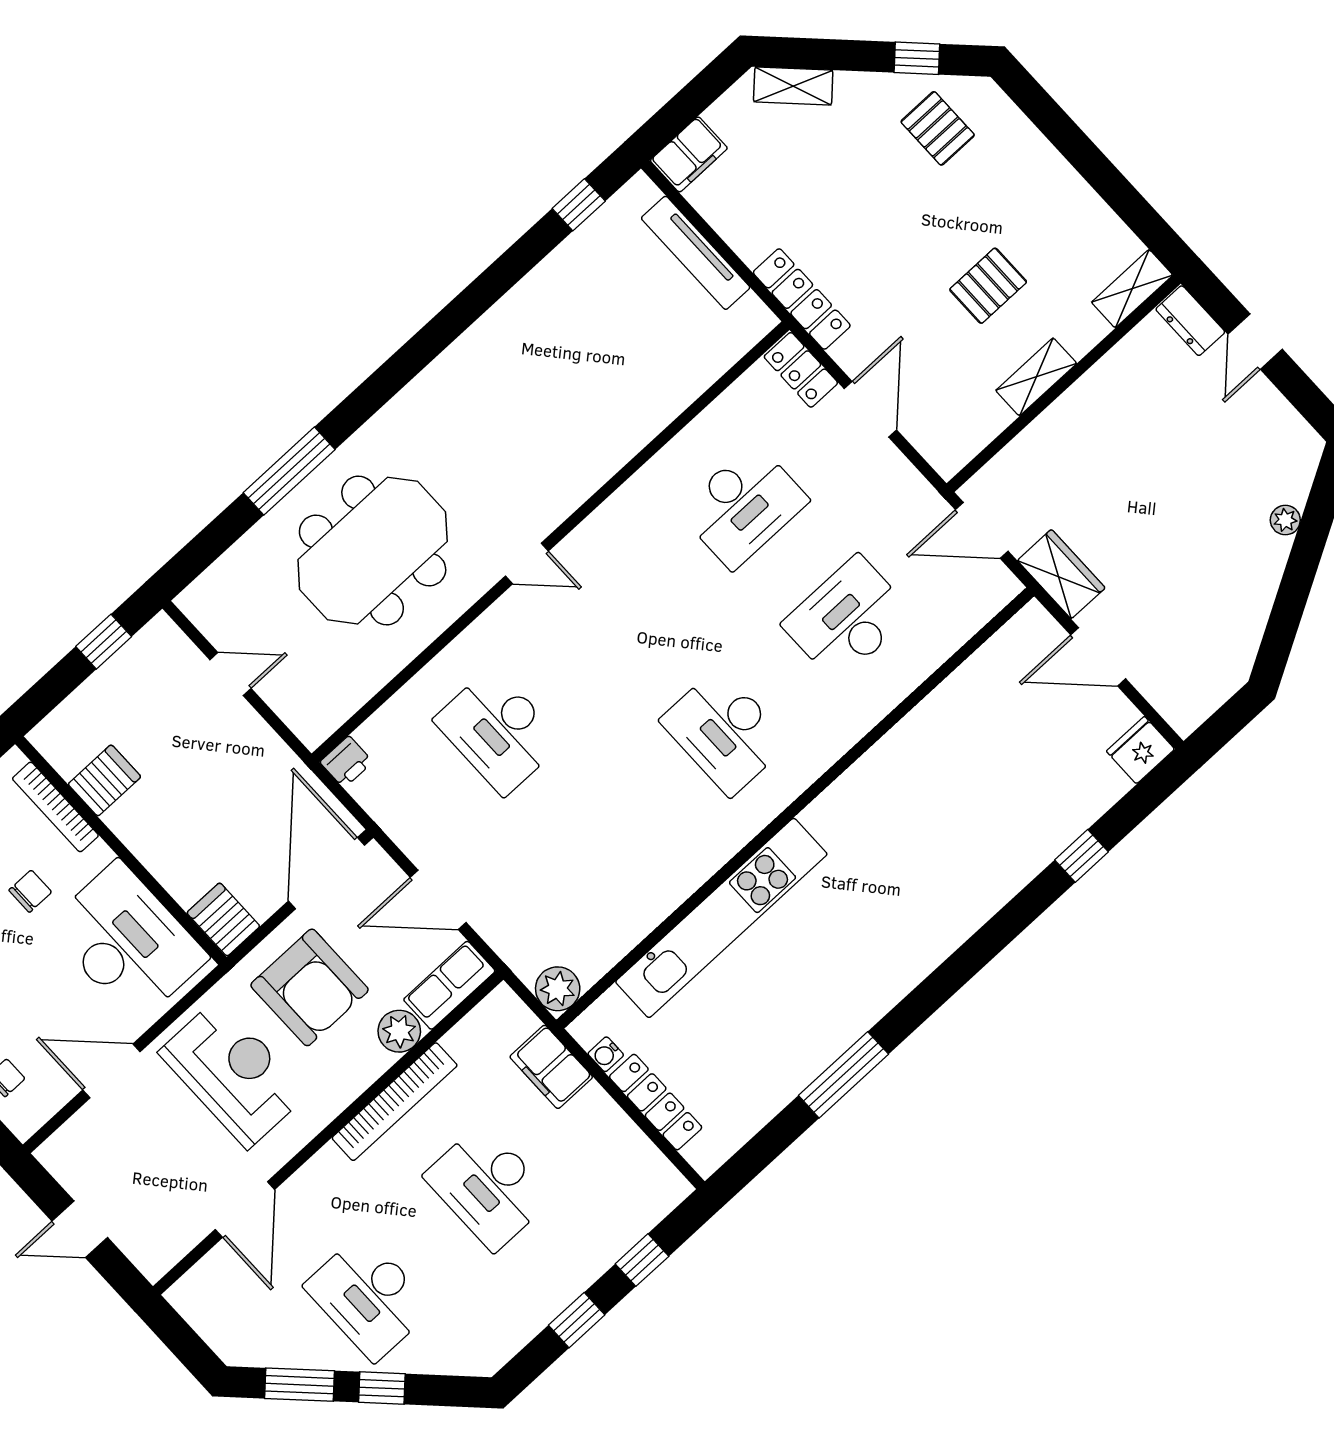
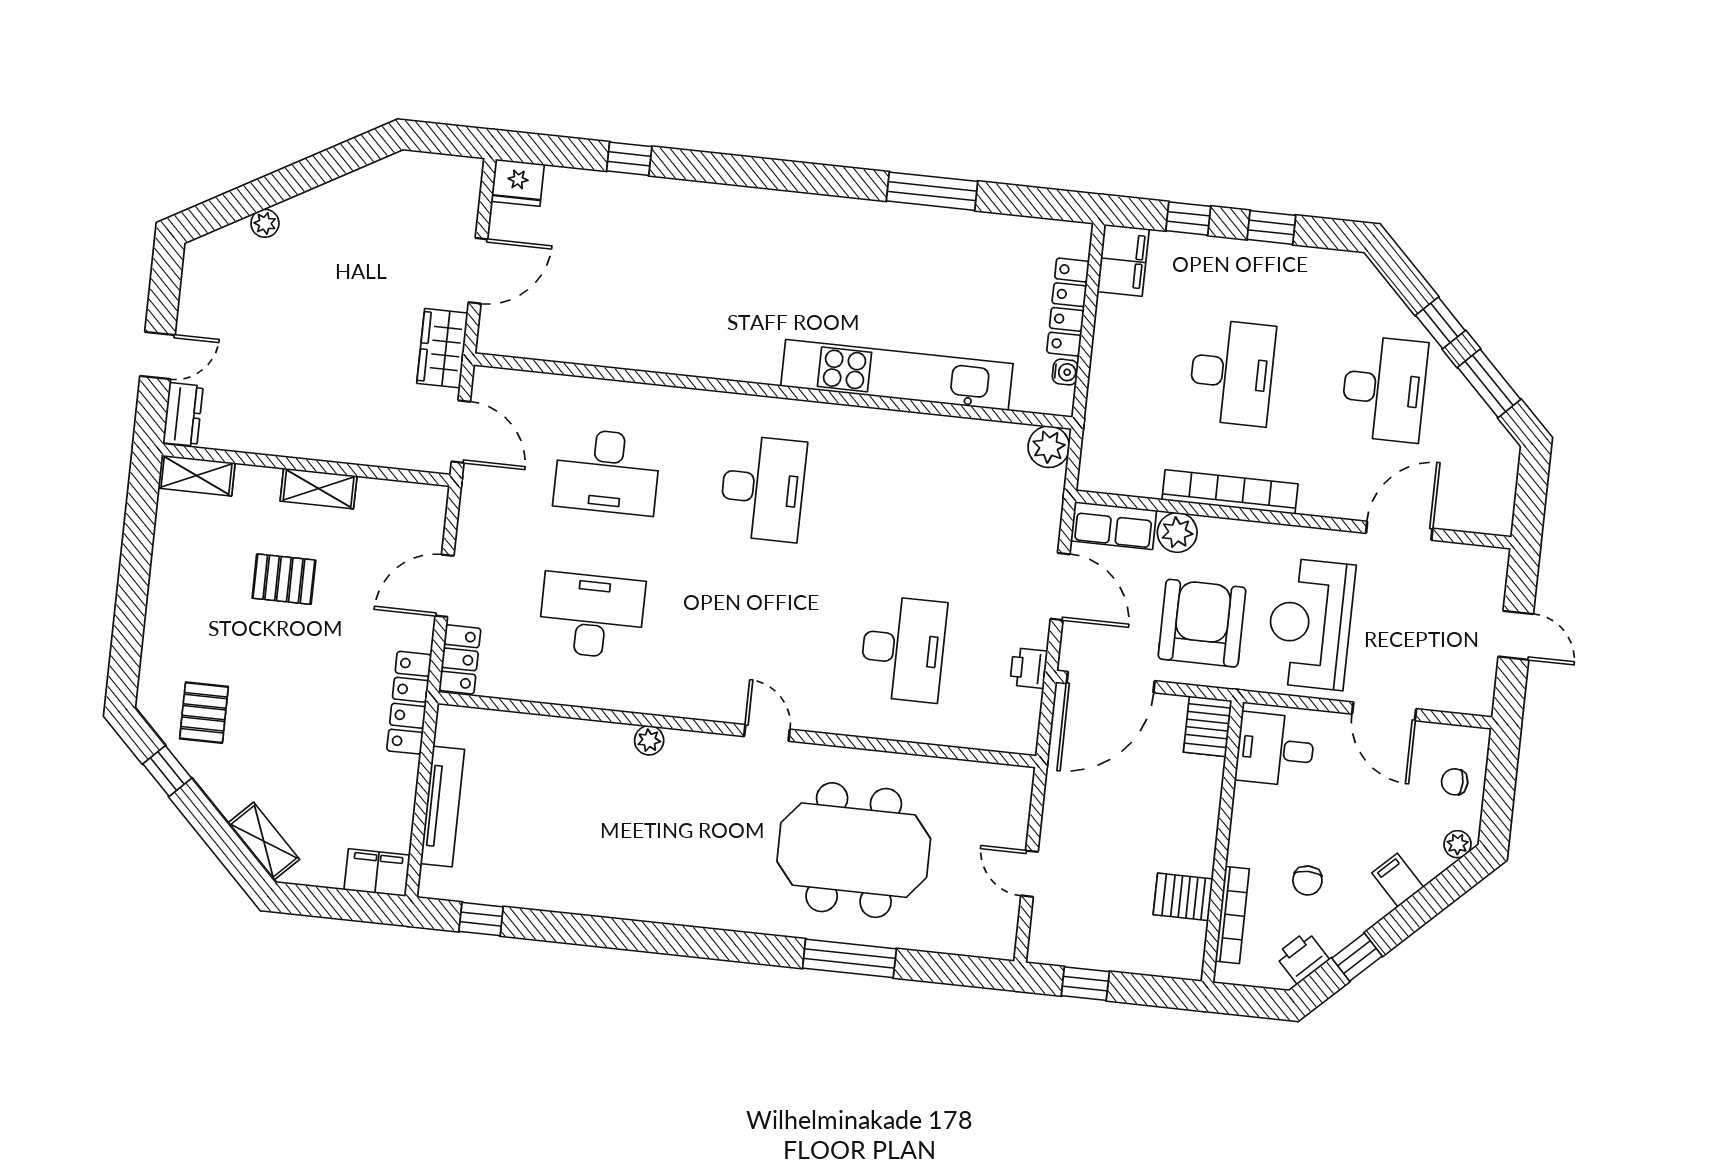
plant: (604, 464) -> (649, 740), added
door: (1098, 657) -> (478, 271), hinge flipped
printer: (346, 762) -> (1029, 668), moved, turned -90
chair: (30, 891) -> (1307, 880), turned -90
desk: (127, 942) -> (1275, 749), width x0.53, depth x0.77
filing cabinet: (551, 1067) -> (1123, 260), moved

